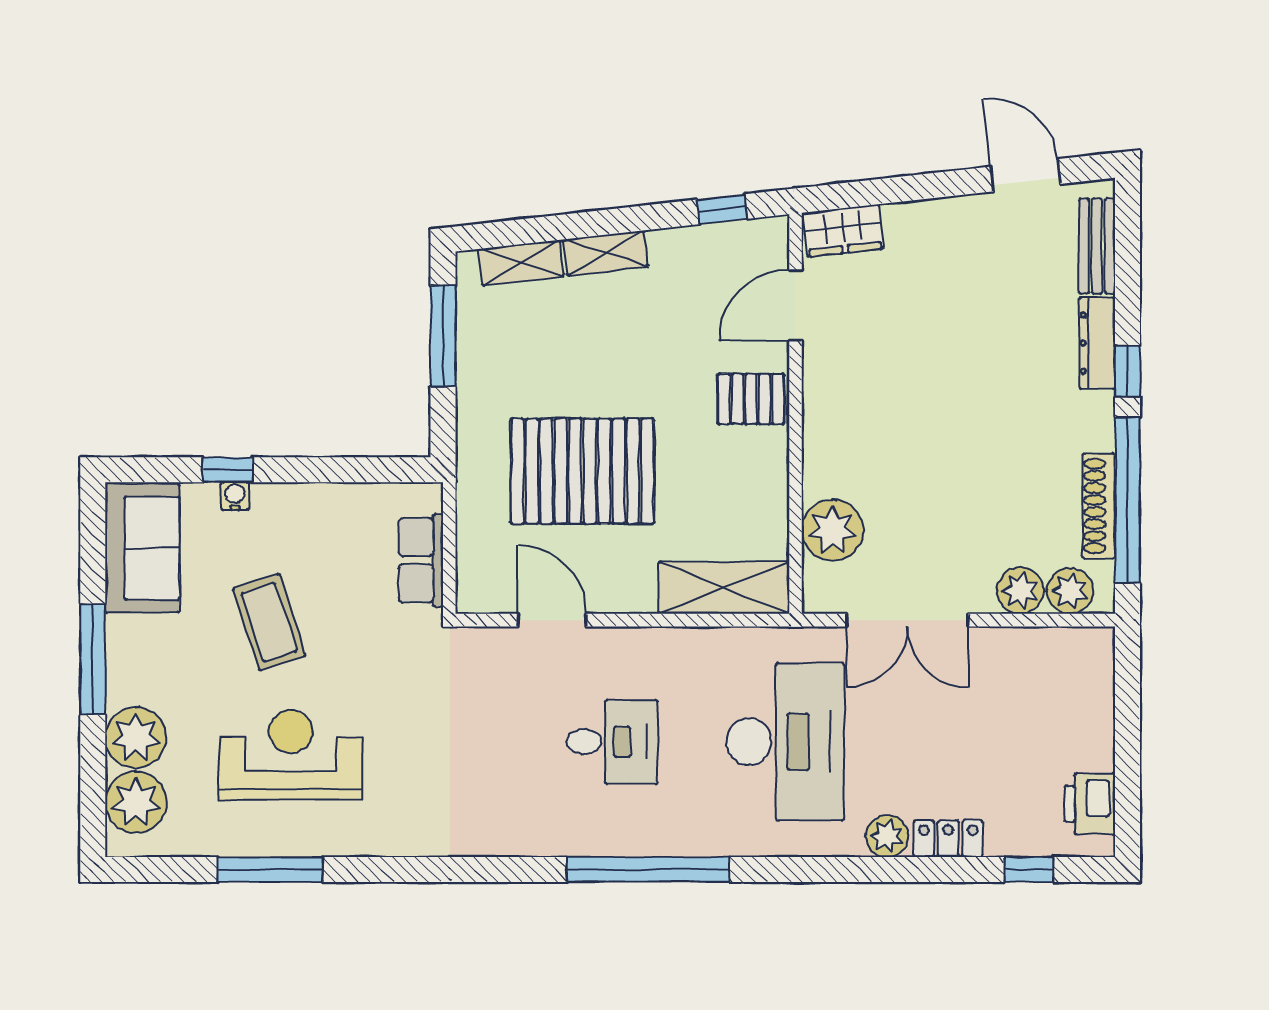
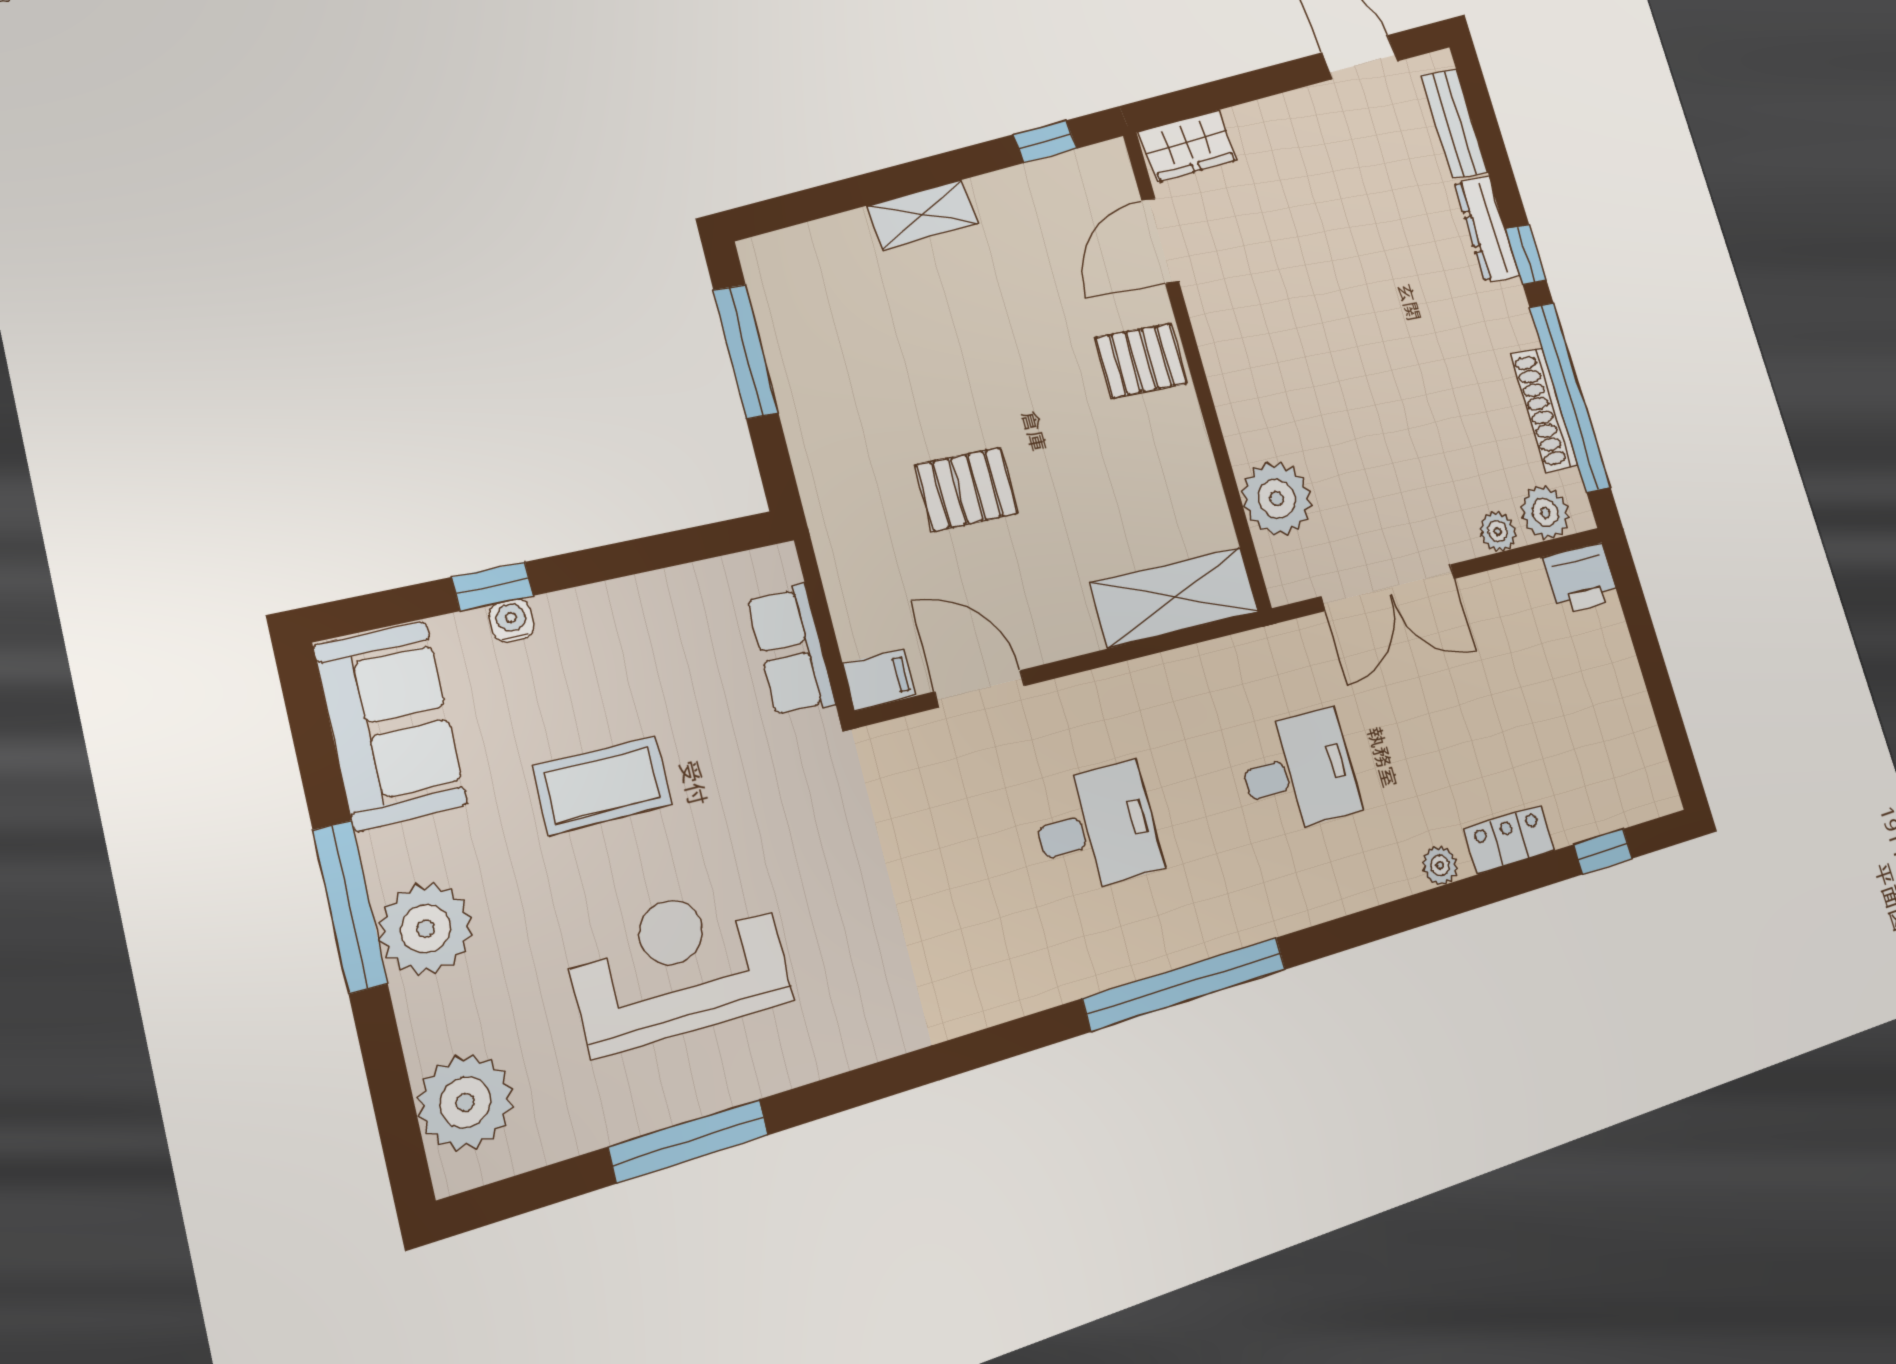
shelving: (521, 263) -> (822, 242), removed
pallet: (582, 471) -> (967, 489), width x0.49, depth x0.50
plant: (1020, 591) -> (1498, 531), width x0.73, depth x0.73
filing cabinet: (479, 596) -> (880, 680), added
coffee table: (269, 622) -> (603, 785), turned -72
plant: (136, 738) -> (426, 929), moved
desk: (785, 742) -> (1298, 771), width x0.53, depth x0.77
printer: (1090, 804) -> (1581, 579), moved, turned -90
plant: (887, 836) -> (1440, 865), width x0.73, depth x0.73

